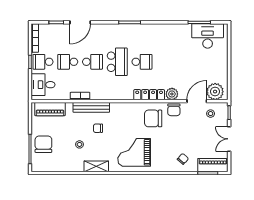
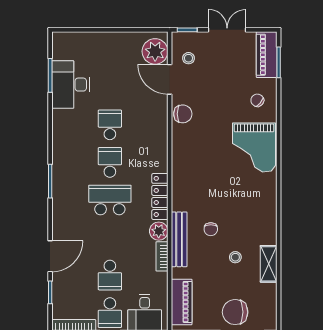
door: (80, 22) -> (50, 256), hinge flipped
desk: (208, 36) -> (71, 85), moved
school desk: (92, 62) -> (110, 125), moved
plant: (172, 94) -> (159, 231), moved
locker: (149, 95) -> (160, 196), moved
chair: (153, 118) -> (196, 145), removed
double door: (229, 139) -> (227, 30), swing flipped
grand piano: (134, 152) -> (254, 148), moved
shelving: (96, 166) -> (269, 264), moved

